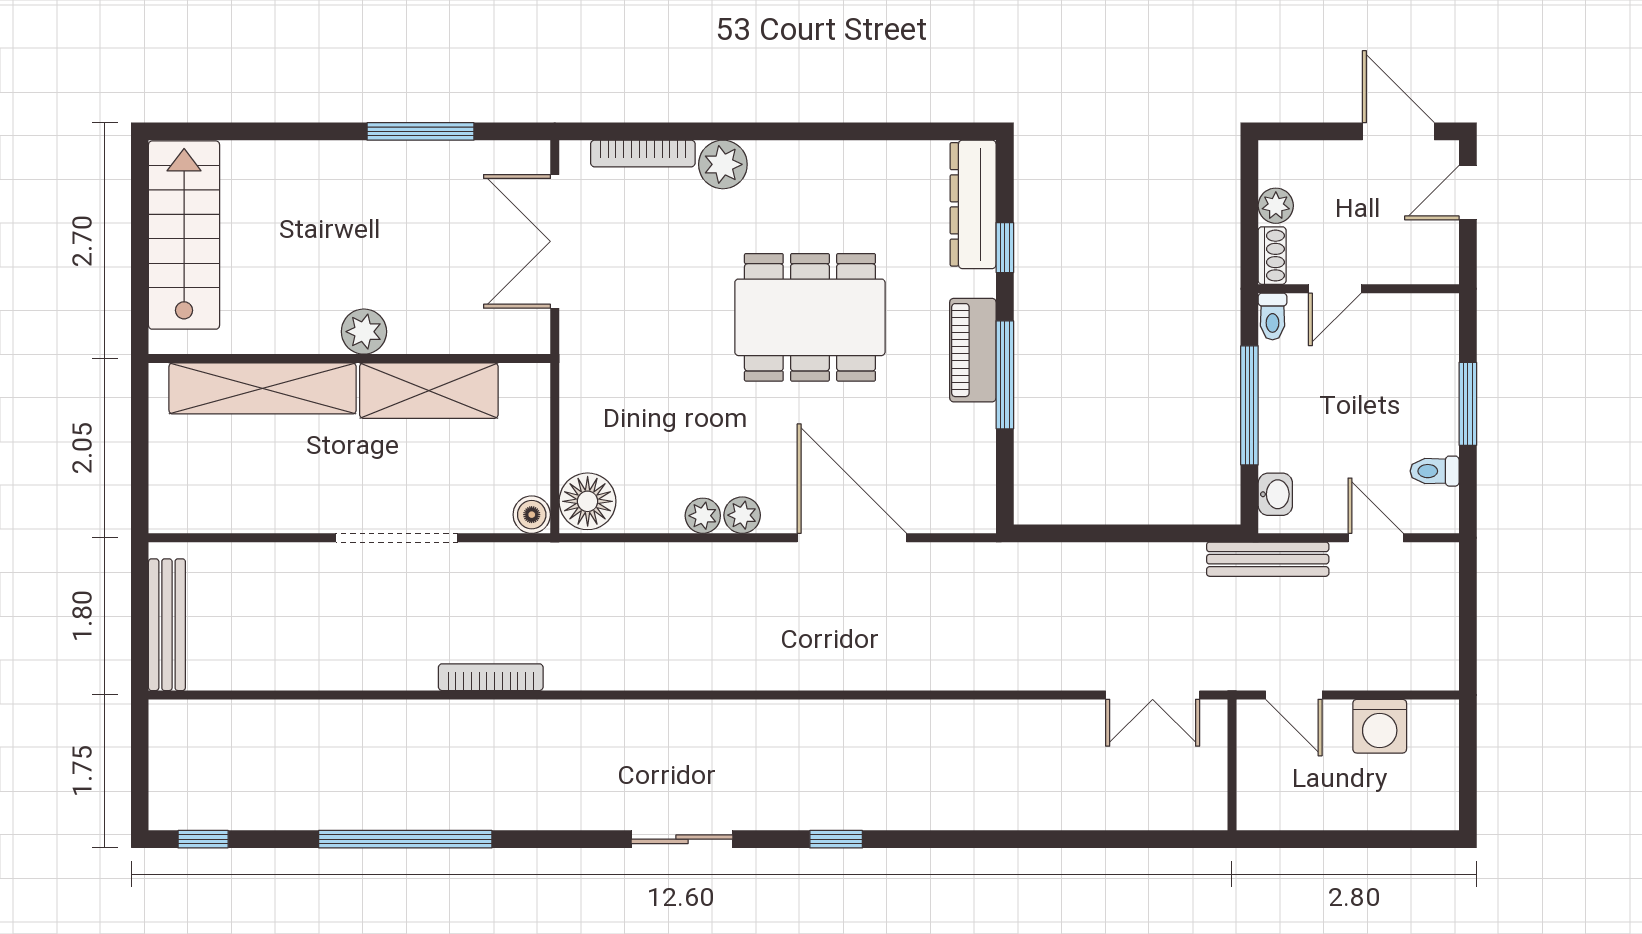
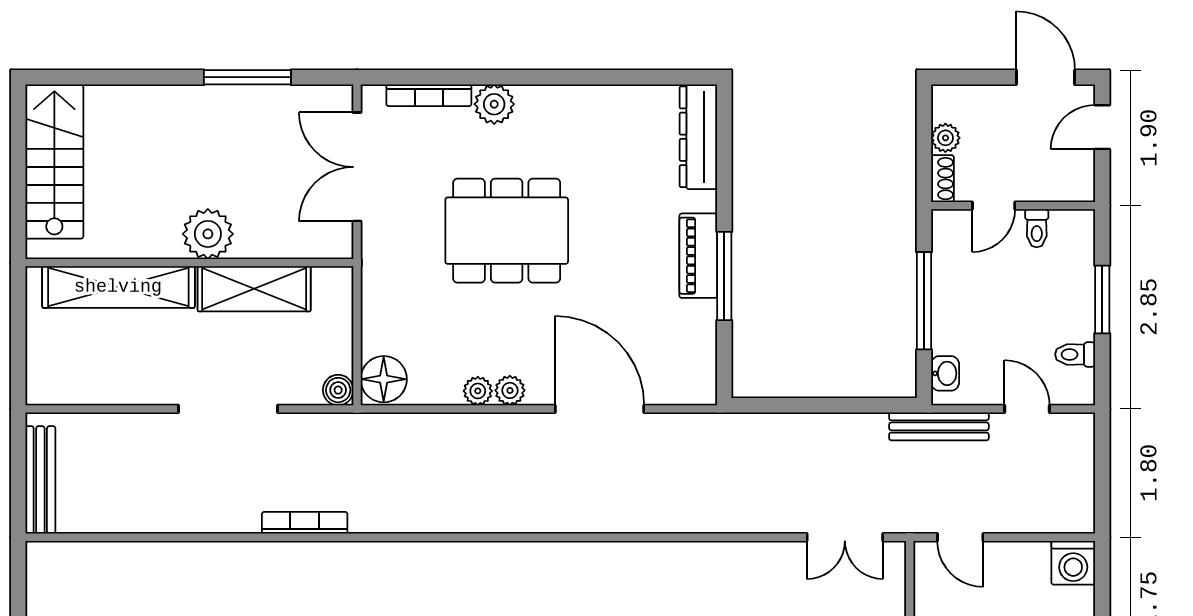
window: (1005, 248) -> (724, 172), removed
toilet: (1273, 316) -> (1037, 228), moved
dining table: (810, 317) -> (507, 231), moved
plant: (364, 332) -> (208, 234), width x1.36, depth x1.36
washing machine: (1380, 726) -> (1073, 563), moved

